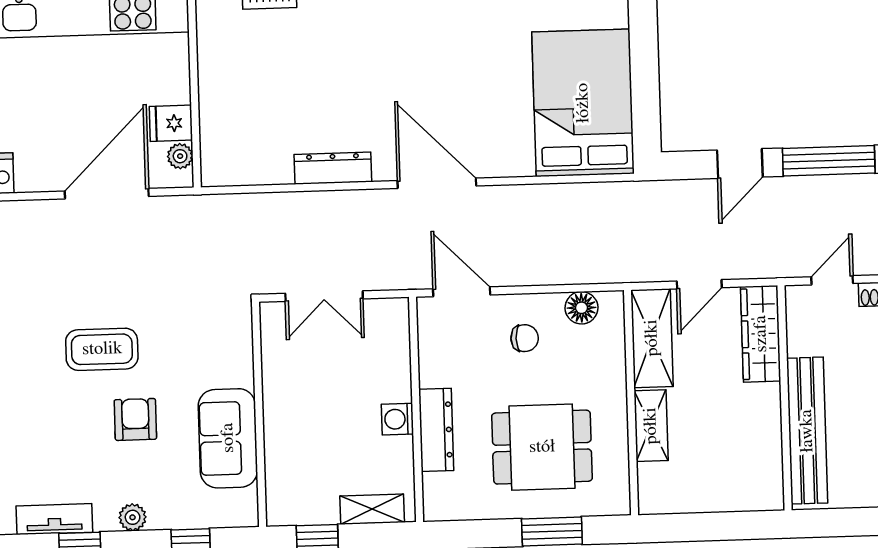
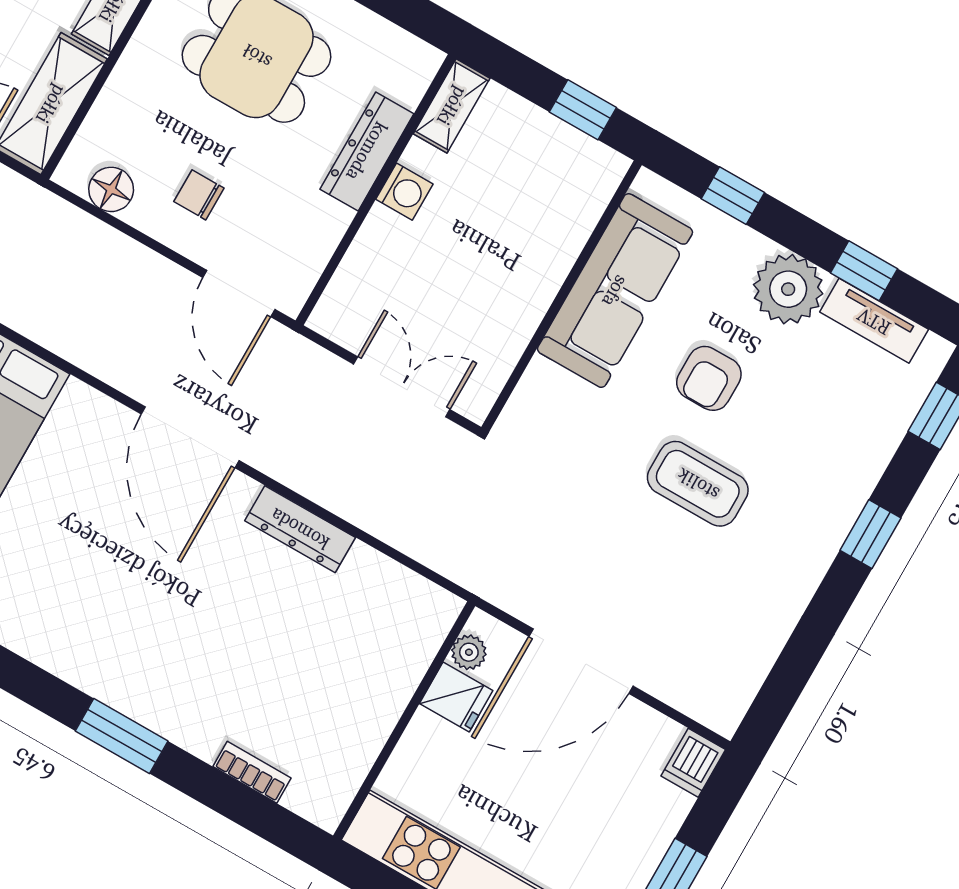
sofa: (228, 438) -> (615, 291), width x1.36
shelving: (372, 509) -> (452, 106), moved, turned 90
plant: (133, 517) -> (788, 289), width x1.87, depth x1.87

